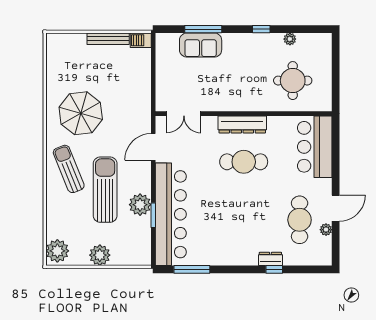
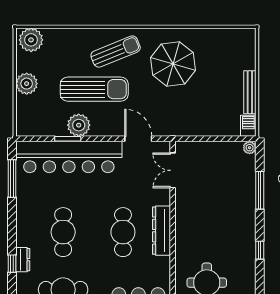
plant: (290, 39) -> (250, 148), moved
sofa: (201, 45) -> (243, 188), removed
cafe table: (244, 220) -> (63, 232), added

